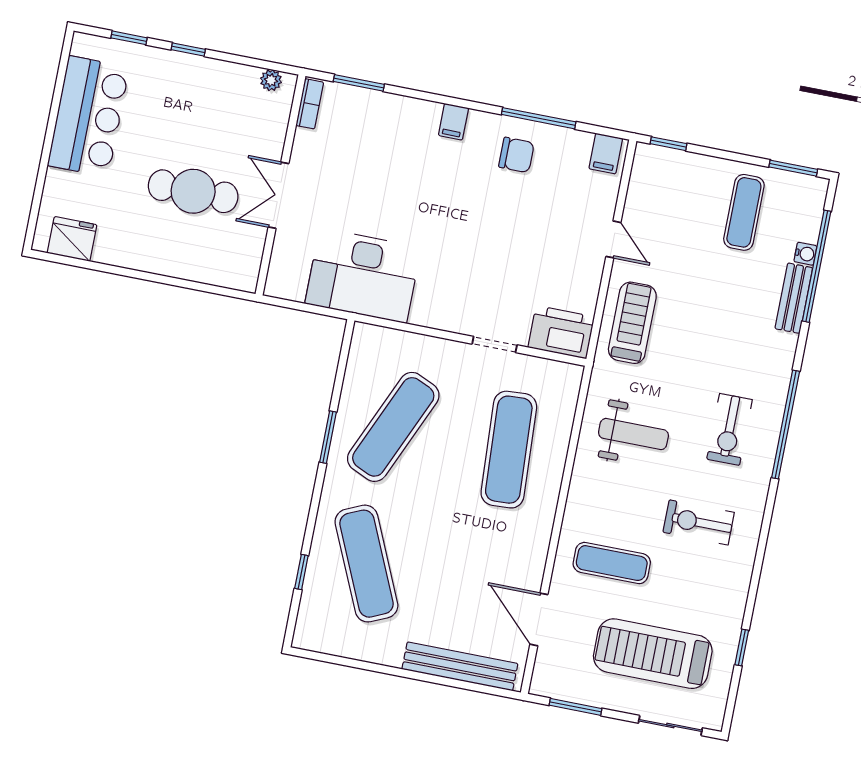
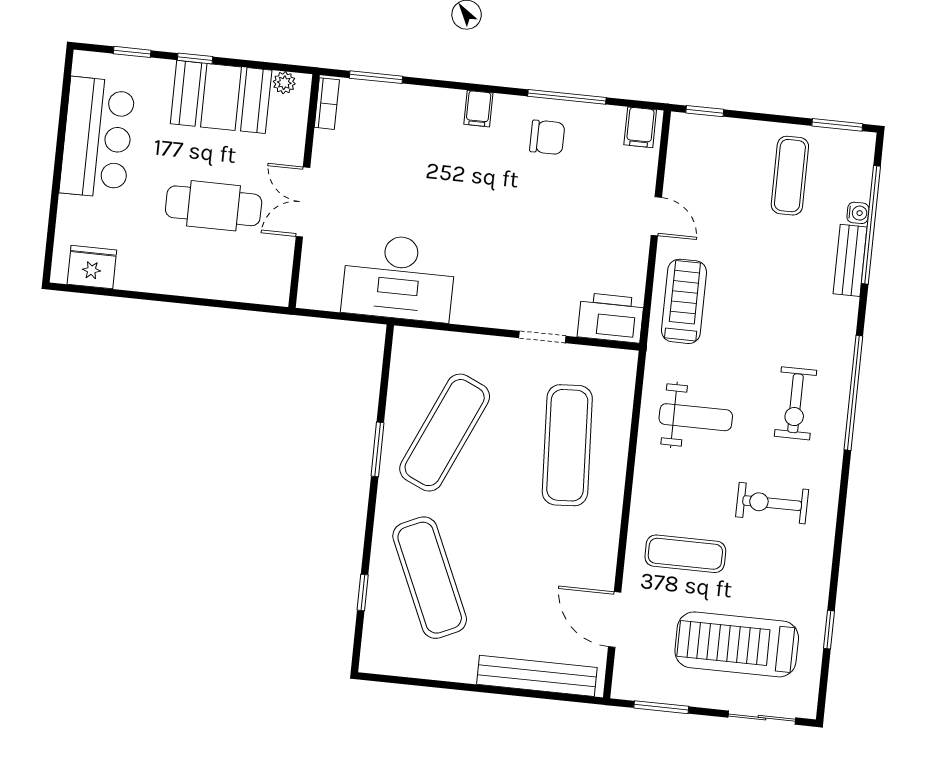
booth: (210, 88) -> (221, 97), added

